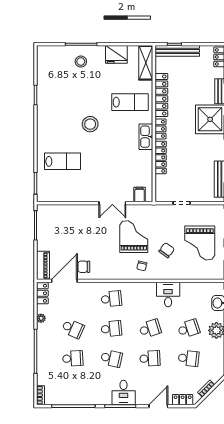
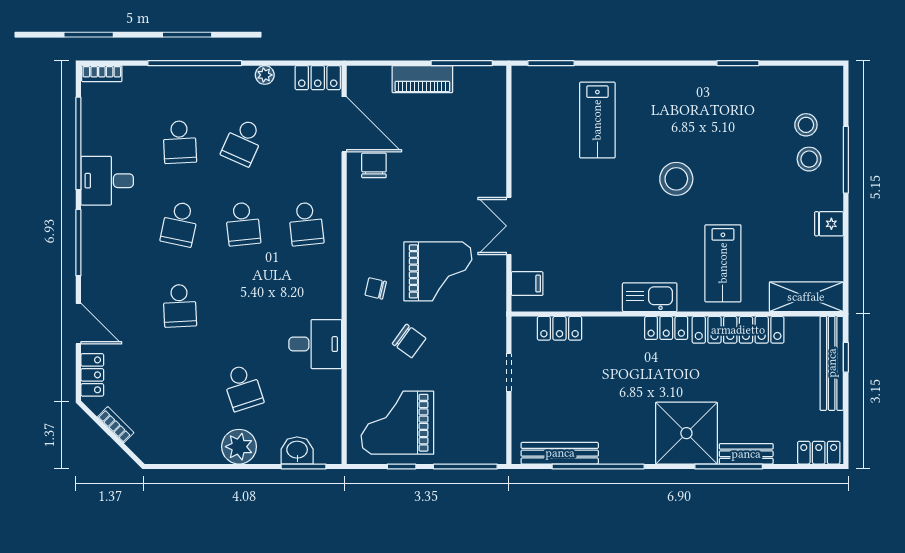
fridge: (116, 54) -> (829, 224), width x0.53, depth x0.75
stool: (65, 63) -> (806, 125), added
locker: (161, 157) -> (560, 328), moved, width x0.66
grand piano: (200, 243) -> (397, 423), moved
piano: (43, 265) -> (422, 79), moved
school desk: (150, 329) -> (243, 306), removed
school desk: (189, 358) -> (180, 388), removed
desk: (124, 393) -> (107, 181), moved

